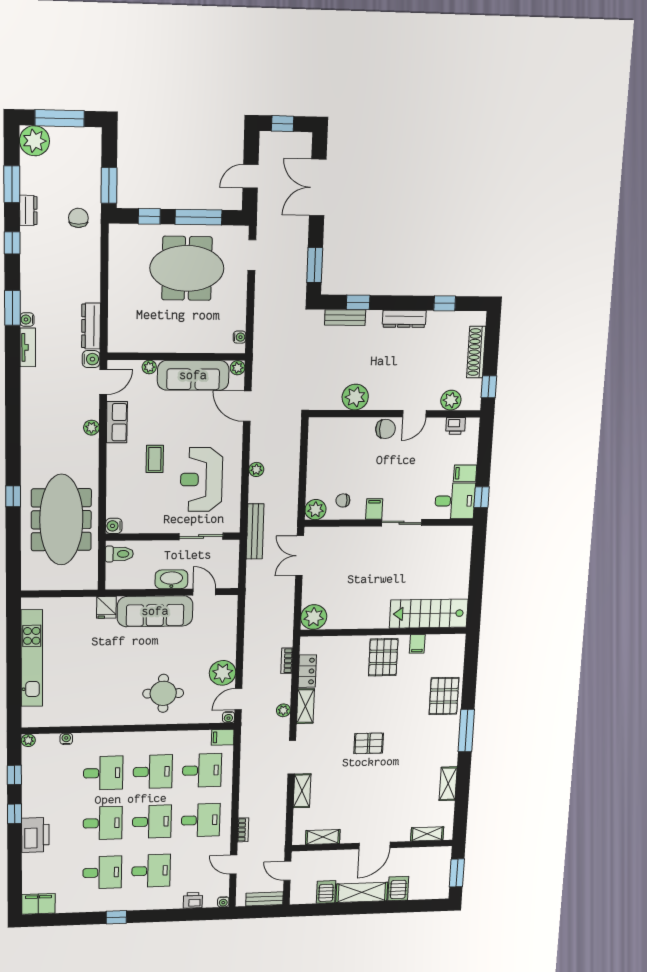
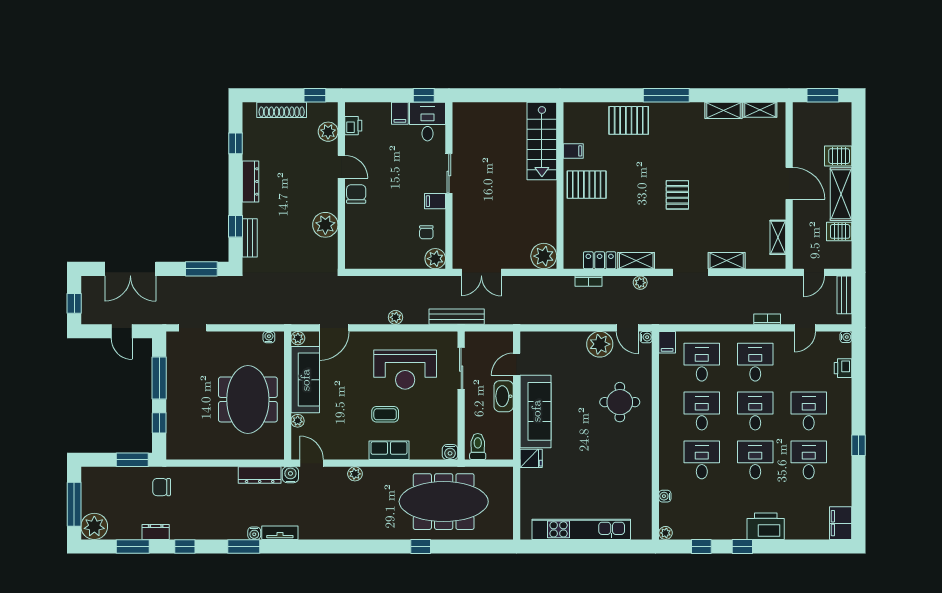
meeting table: (187, 268) -> (248, 399), moved
row of seats: (117, 422) -> (389, 450), moved
shelving: (427, 834) -> (760, 110), moved, turned 90

